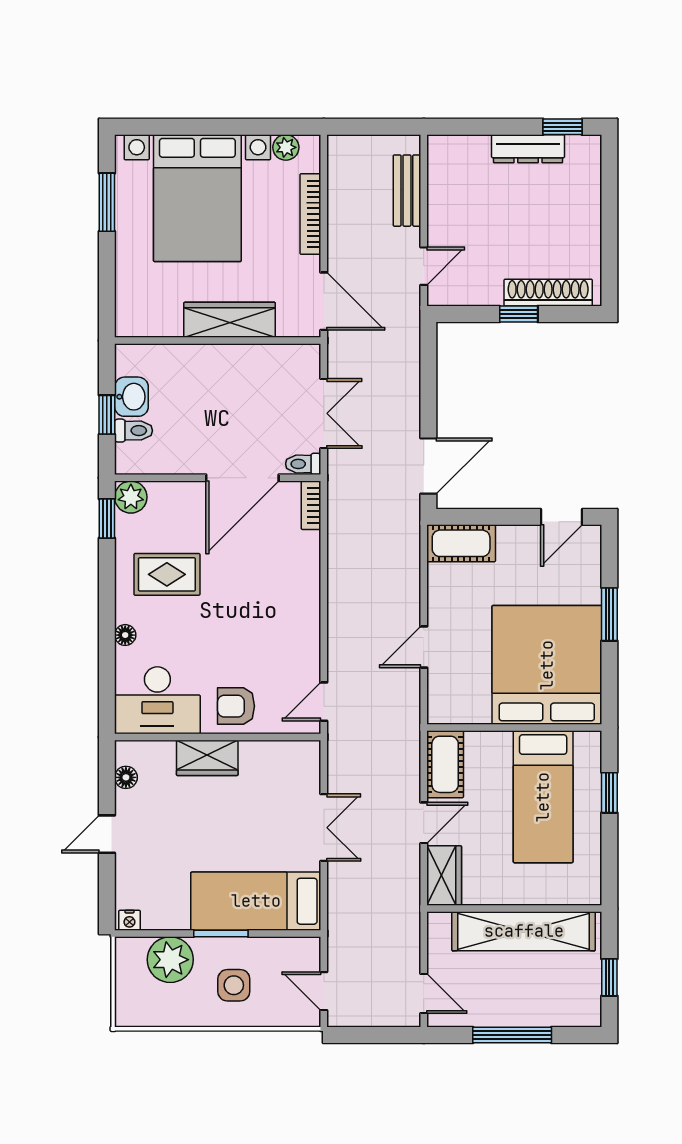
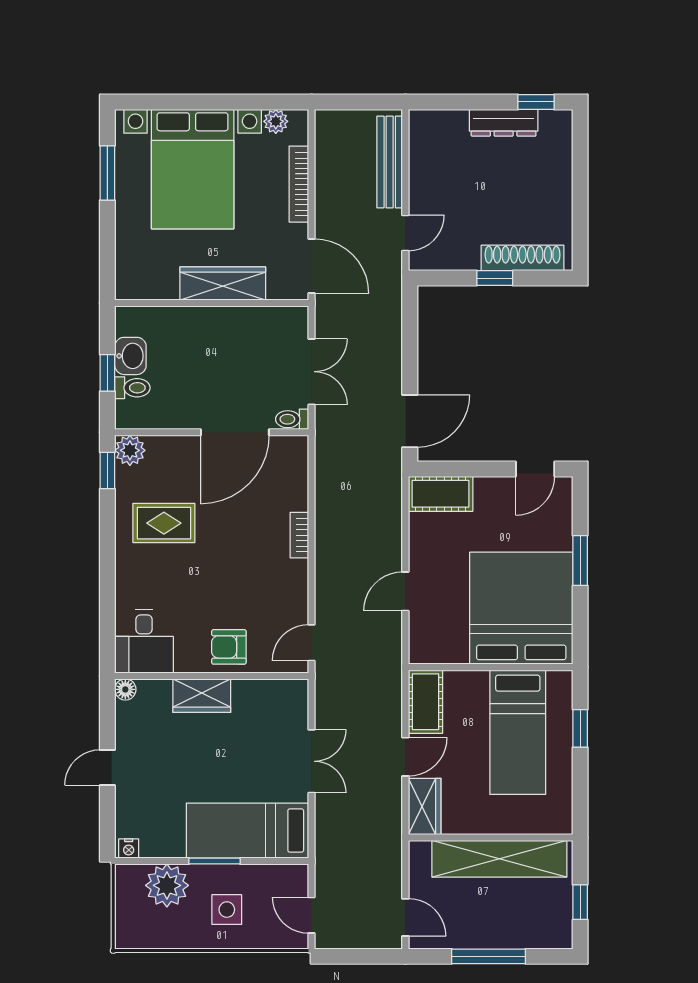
bench: (407, 191) -> (390, 162), width x1.36
bookcase: (311, 505) -> (299, 535), moved
floor lamp: (125, 635) -> (125, 580), removed
desk: (157, 700) -> (144, 641), width x0.73
floor lamp: (126, 777) -> (125, 689), moved

